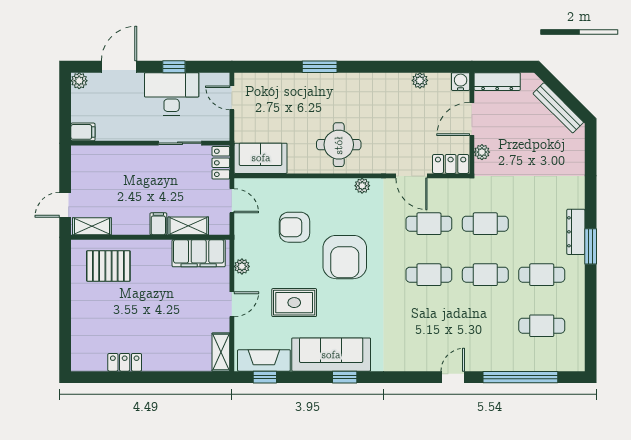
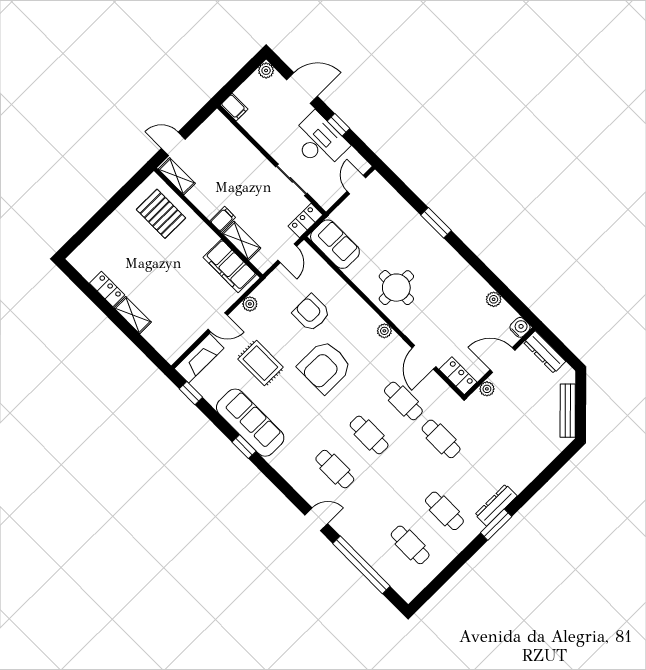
cafe table: (485, 275) -> (335, 469), moved
shelving: (221, 352) -> (133, 315), moved, turned 90
fireplace: (264, 360) -> (199, 358), moved, turned 90

